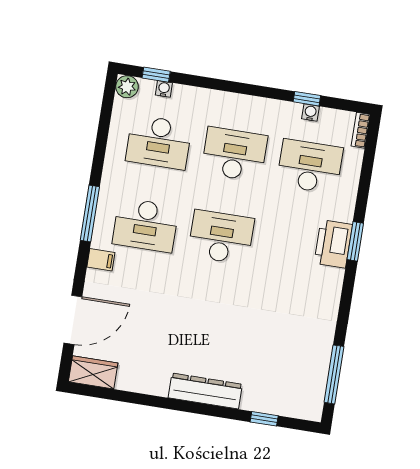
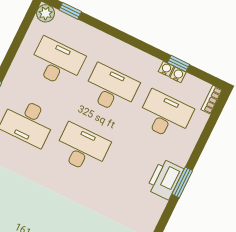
water cooler: (164, 89) -> (166, 69), moved
desk: (159, 142) -> (57, 62), turned 180

